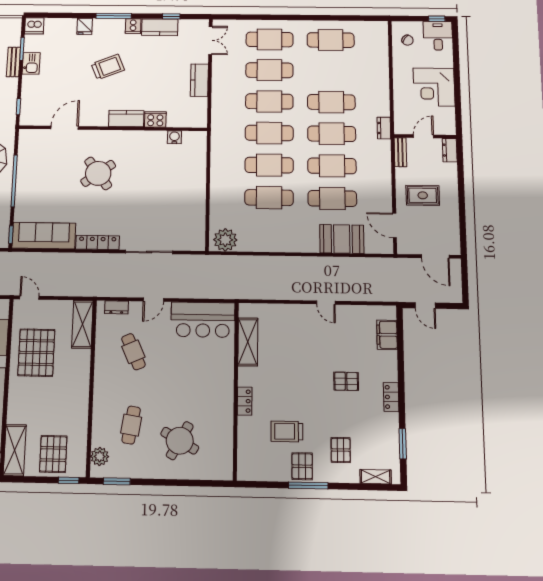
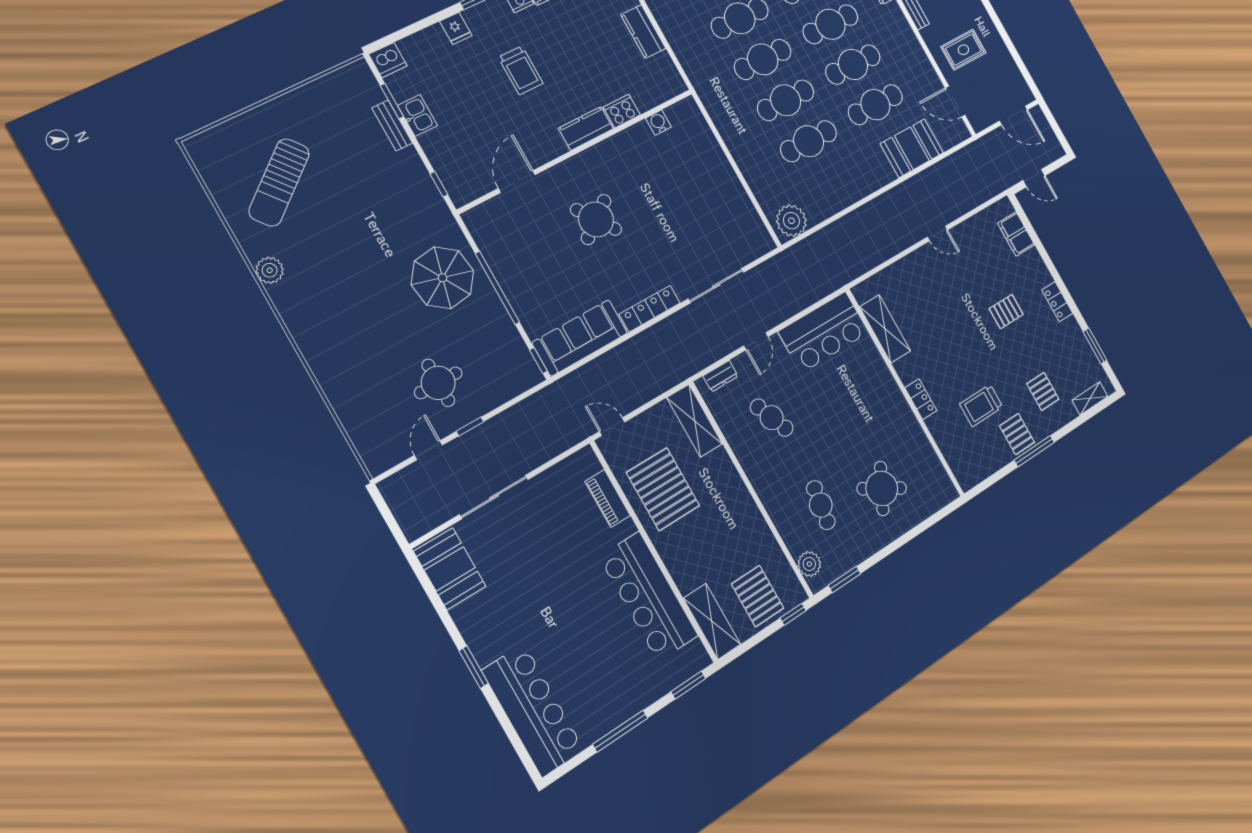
trolley: (108, 67) -> (521, 70), turned 112

